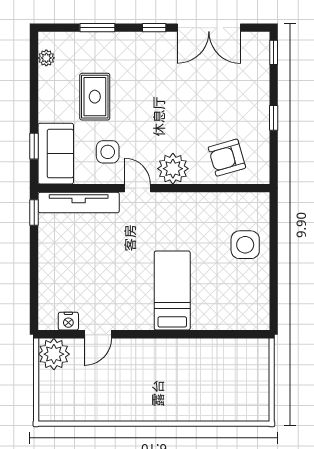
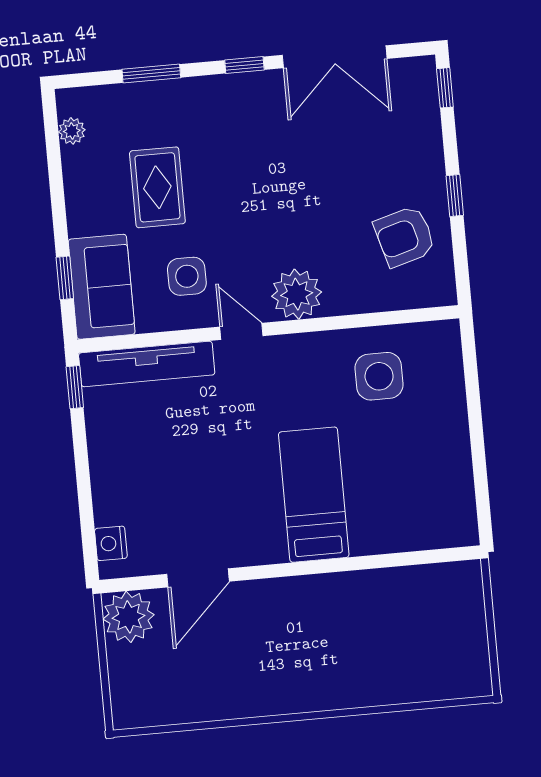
armchair: (227, 158) -> (405, 236), moved
side table: (245, 245) -> (379, 376), moved
nightstand: (68, 321) -> (111, 543), moved, turned 90
door: (98, 334) -> (198, 578), width x1.38

